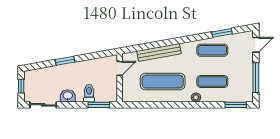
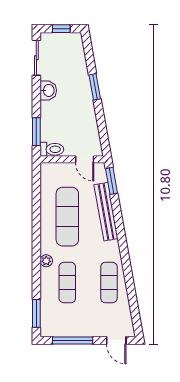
window: (222, 33) -> (112, 181), moved
toilet: (89, 93) -> (52, 149), moved

